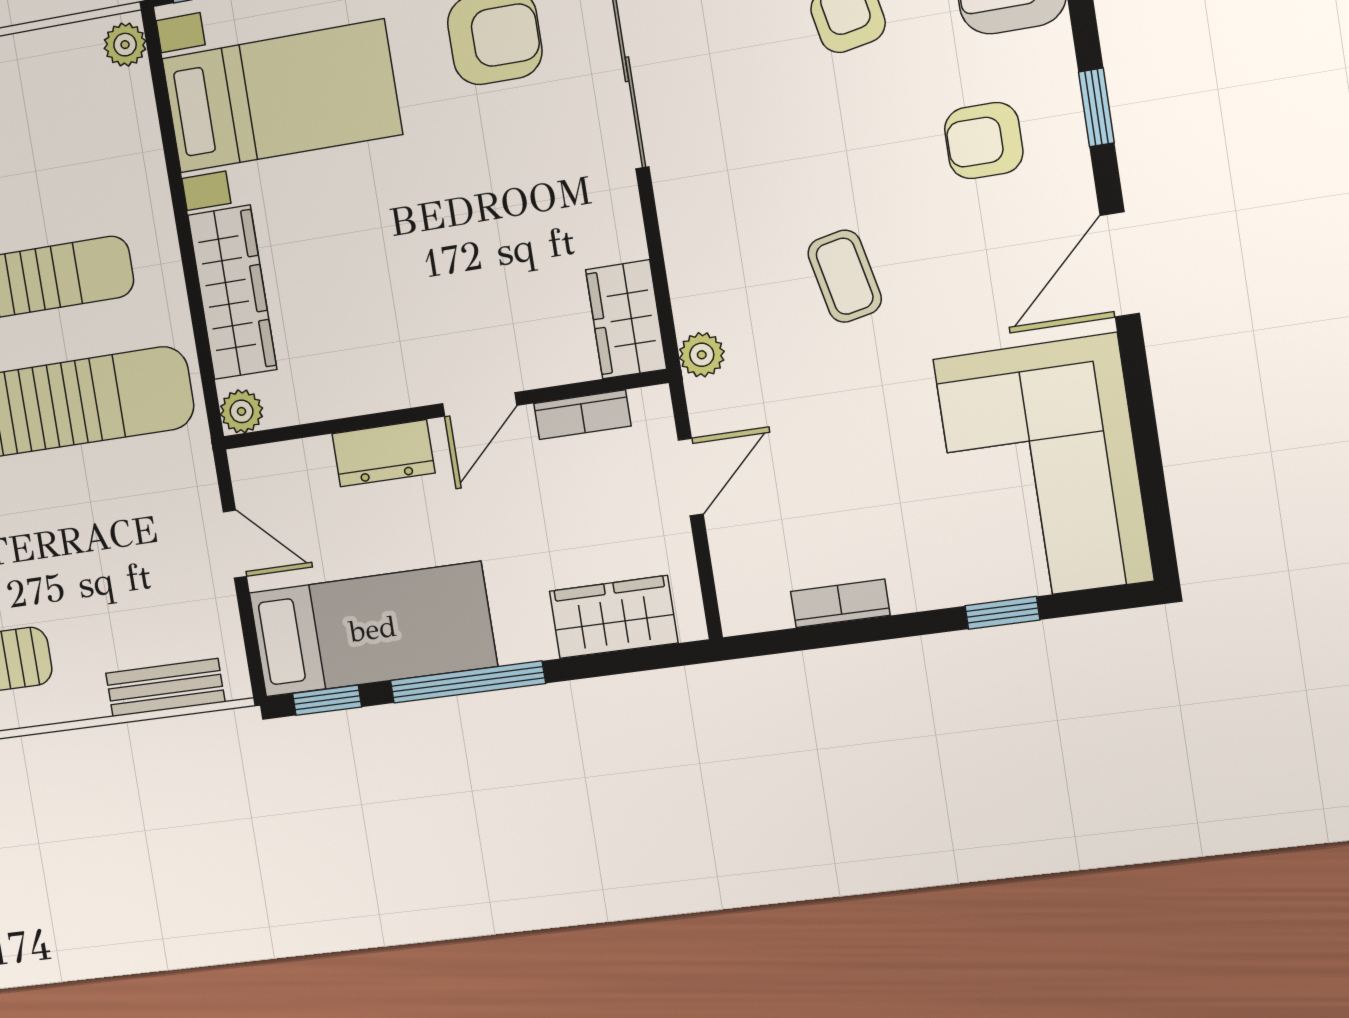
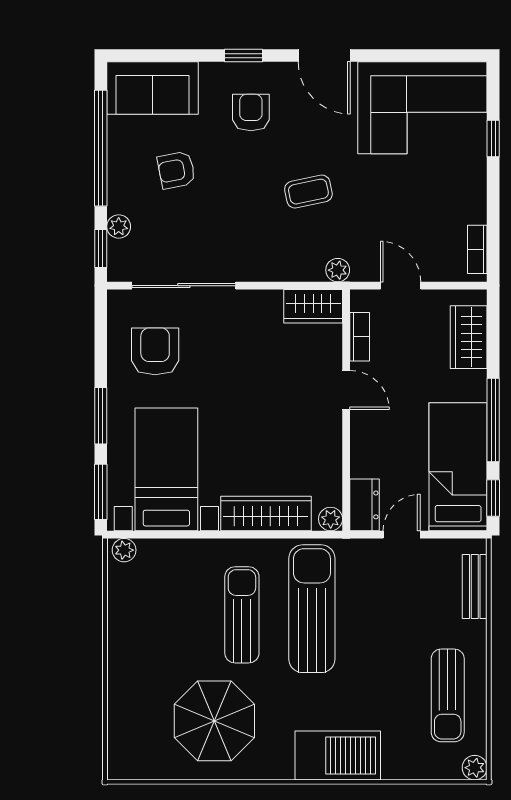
armchair: (984, 141) -> (251, 113), turned 180
dresser: (383, 453) -> (364, 505), moved
bookcase: (840, 603) -> (477, 249), moved

